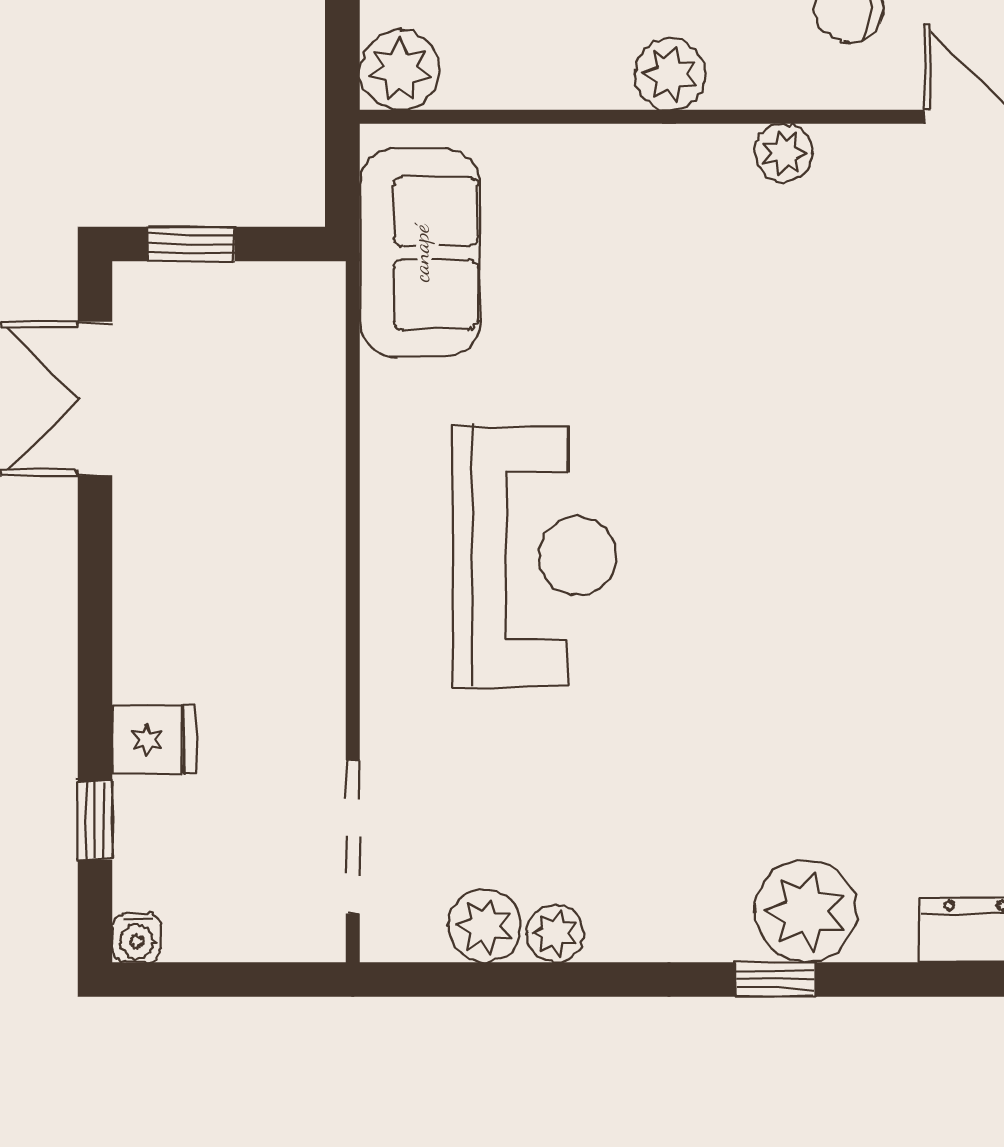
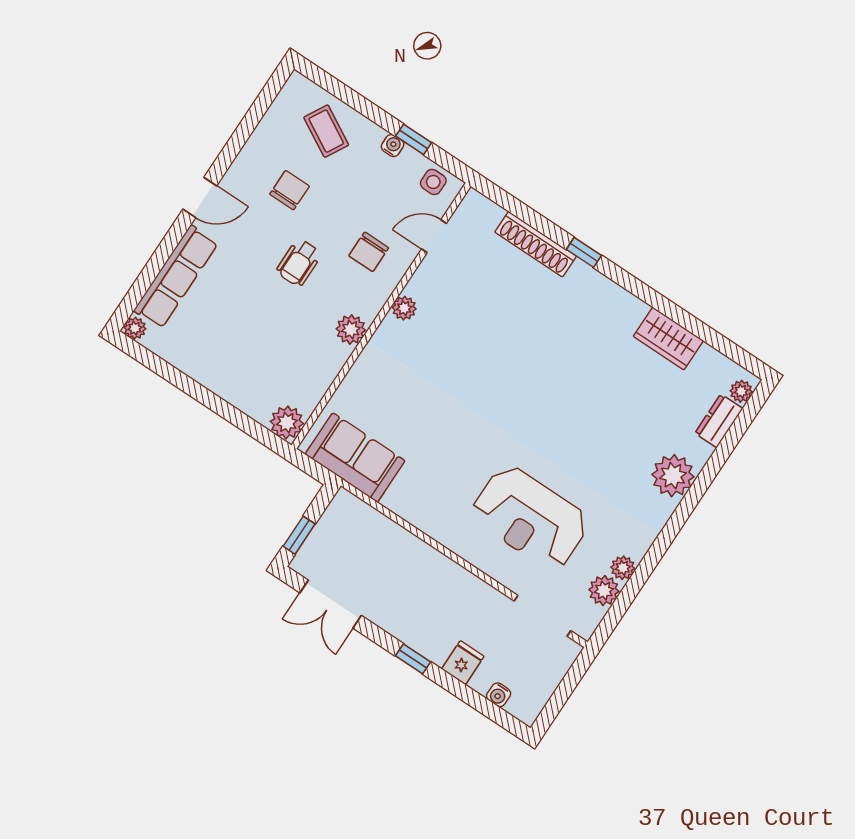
reception desk: (535, 556) -> (530, 518), moved, turned 180
window: (95, 820) -> (413, 659), moved
water cooler: (137, 938) -> (499, 695), moved, turned 90
window: (775, 980) -> (690, 502), removed

